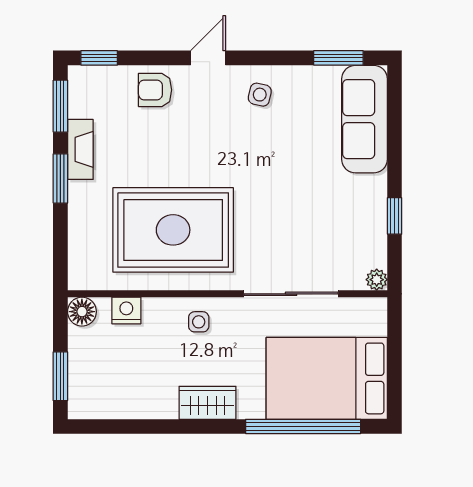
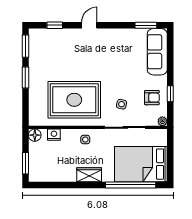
window: (99, 58) -> (55, 25), moved
armchair: (155, 90) -> (152, 98), moved, turned 180
side table: (260, 95) -> (122, 104), moved
fireplace: (80, 149) -> (34, 65), removed

